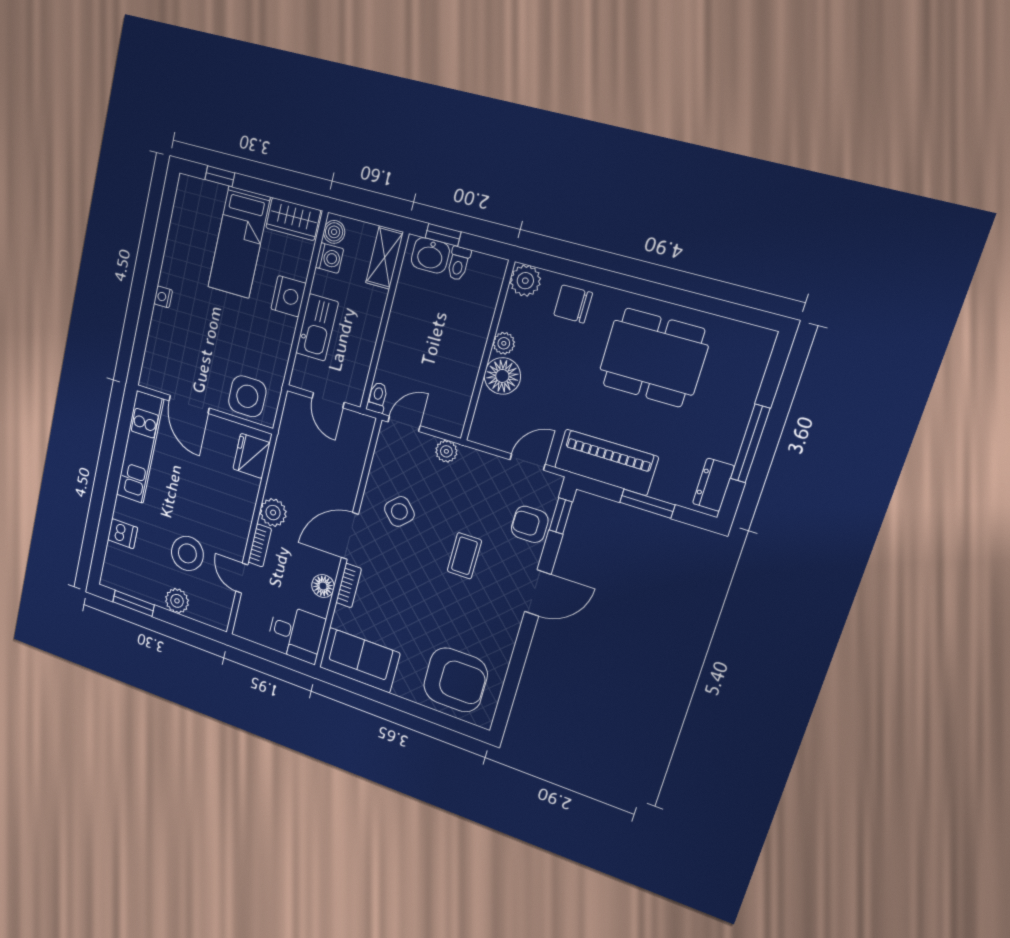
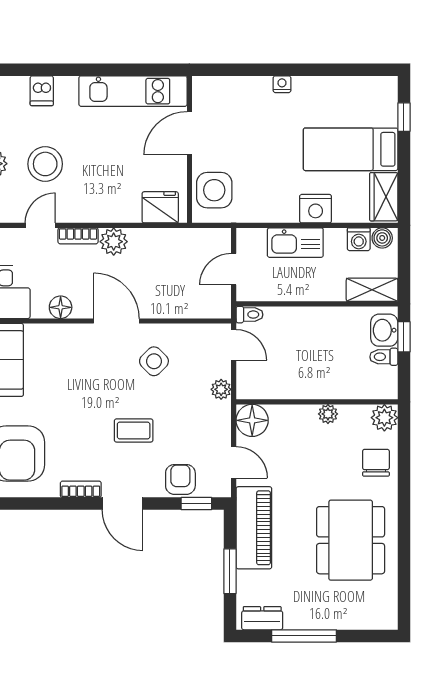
floor lamp: (502, 376) -> (252, 420), moved
bookcase: (349, 585) -> (81, 489), moved, turned 180

